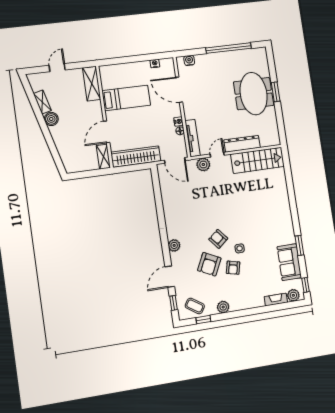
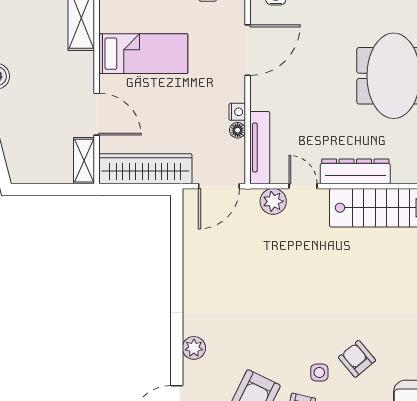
door: (179, 90) -> (248, 50), swing flipped
door: (107, 132) -> (97, 114), swing flipped
door: (217, 155) -> (303, 186), hinge flipped
door: (175, 160) -> (219, 186), hinge flipped
armchair: (218, 239) -> (357, 359), moved

